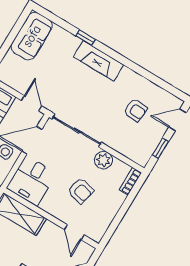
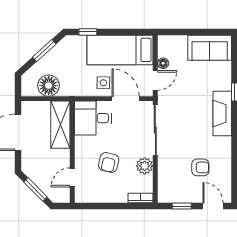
floor lamp: (20, 87) -> (163, 63), added
armchair: (135, 110) -> (200, 167), turned -94

